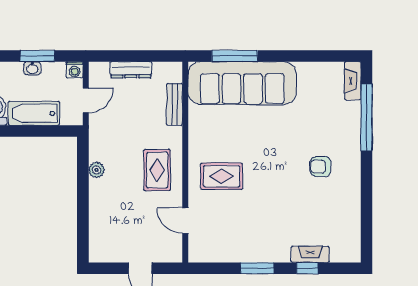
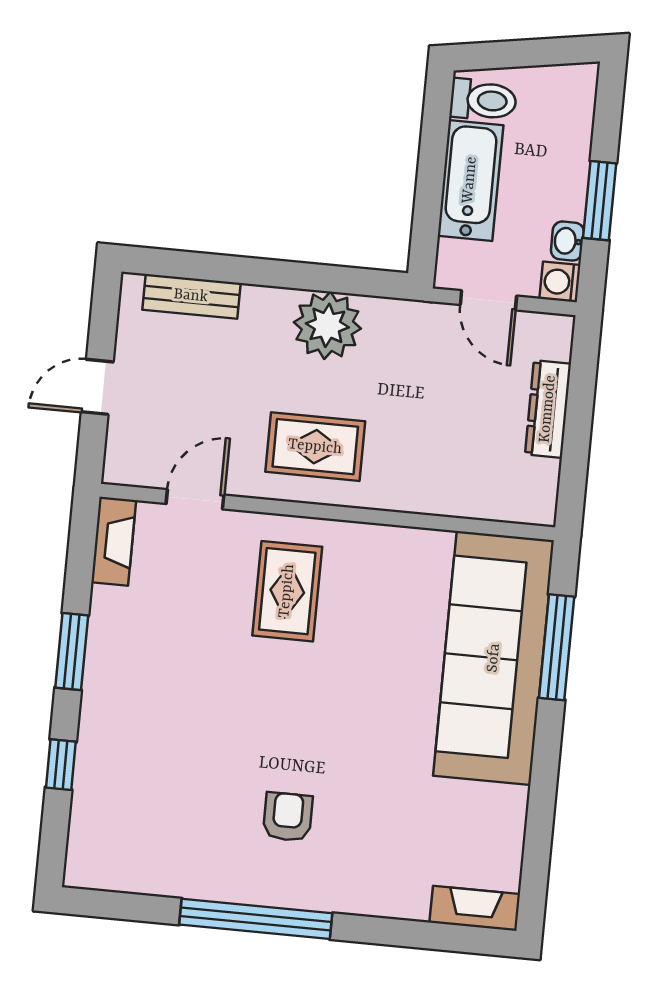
washbasin: (32, 68) -> (567, 241), moved
bench: (174, 104) -> (191, 296), moved
window: (367, 117) -> (256, 919), moved
plant: (96, 170) -> (327, 325), width x1.87, depth x1.87
fireplace: (310, 254) -> (114, 541), moved

